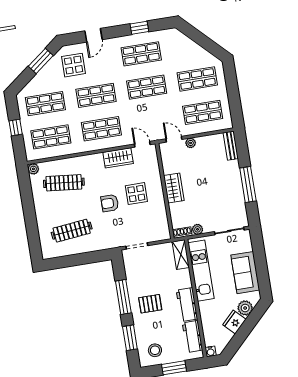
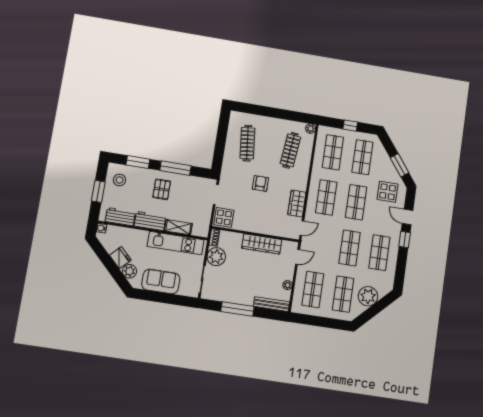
window: (139, 28) -> (405, 239), moved
plant: (191, 52) -> (368, 296), added
plant: (191, 143) -> (288, 285), moved
bench: (231, 146) -> (271, 304), width x1.36
wardrobe: (174, 188) -> (262, 244), width x1.50
display table: (136, 194) -> (224, 217), moved
plant: (197, 229) -> (216, 257), width x1.88, depth x1.88
shelving: (181, 255) -> (178, 227), moved

